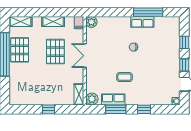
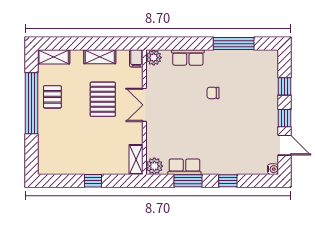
row of seats: (142, 22) -> (188, 57), moved
pallet: (20, 50) -> (52, 97), width x0.67, depth x0.71
coffee table: (124, 77) -> (200, 135), removed

